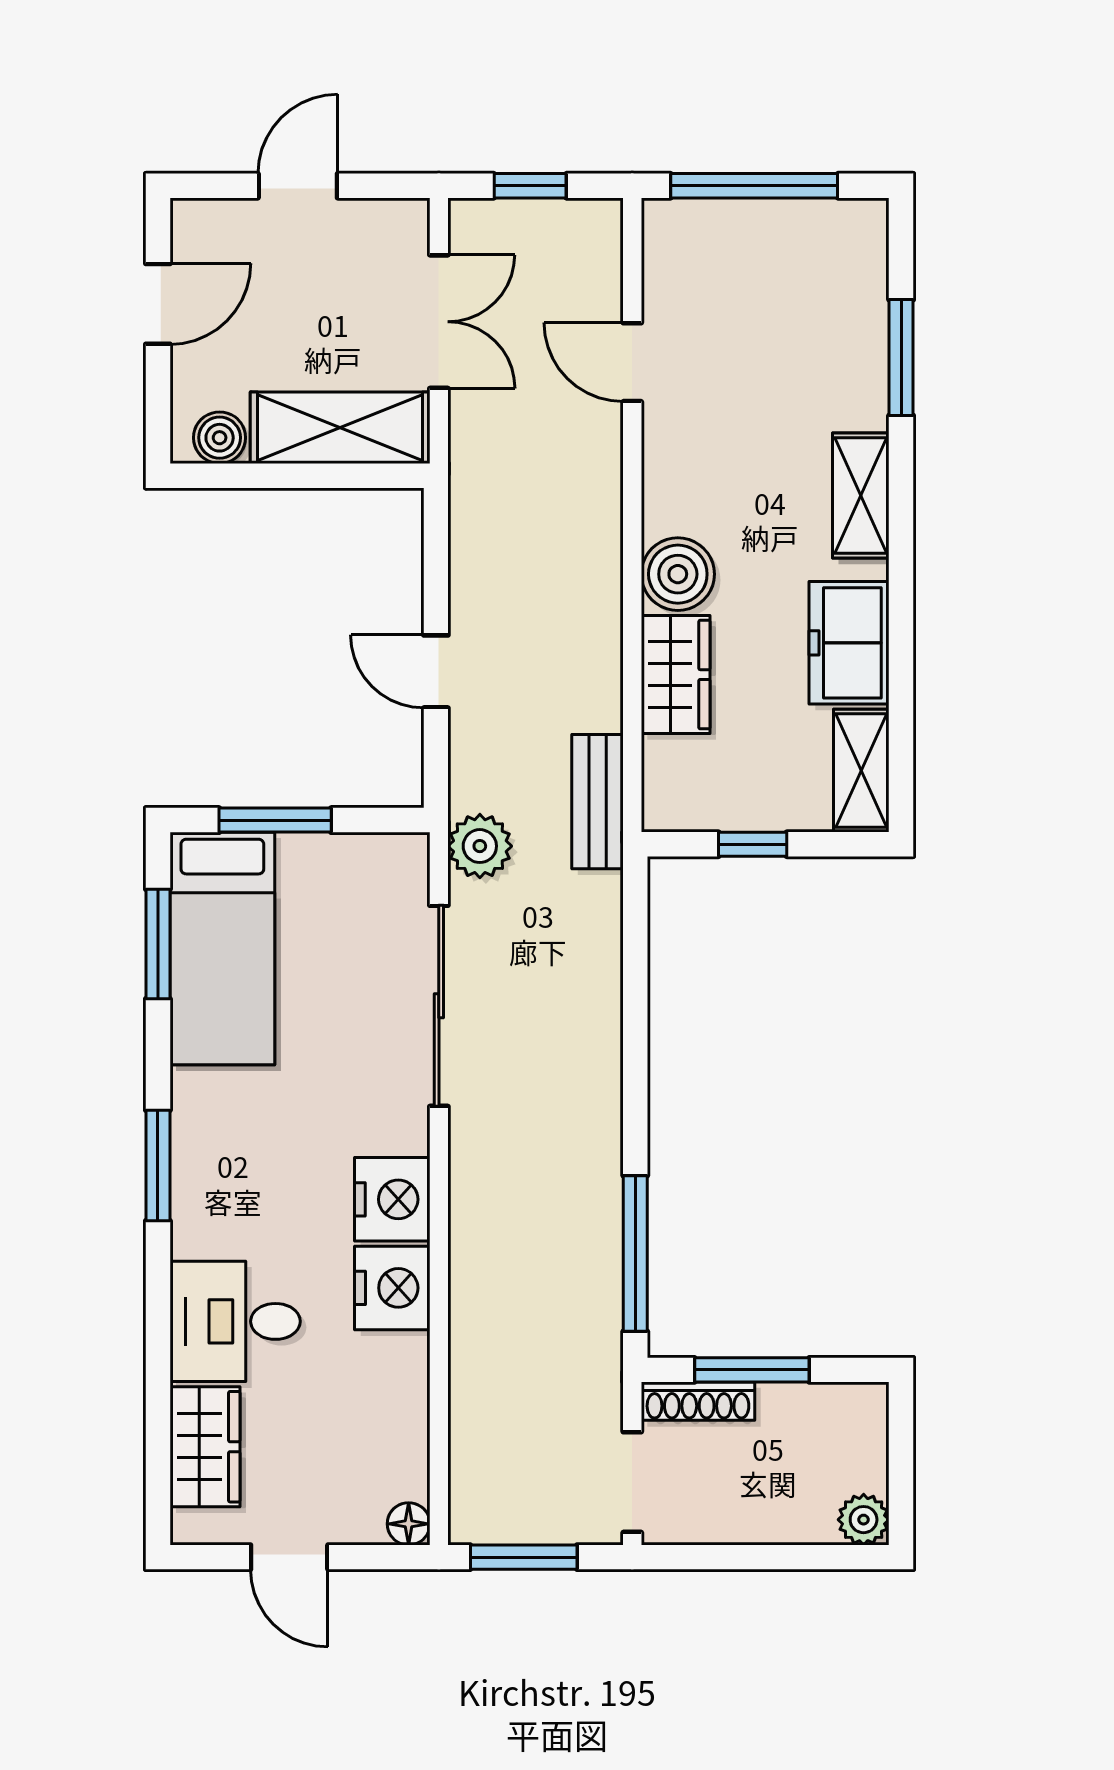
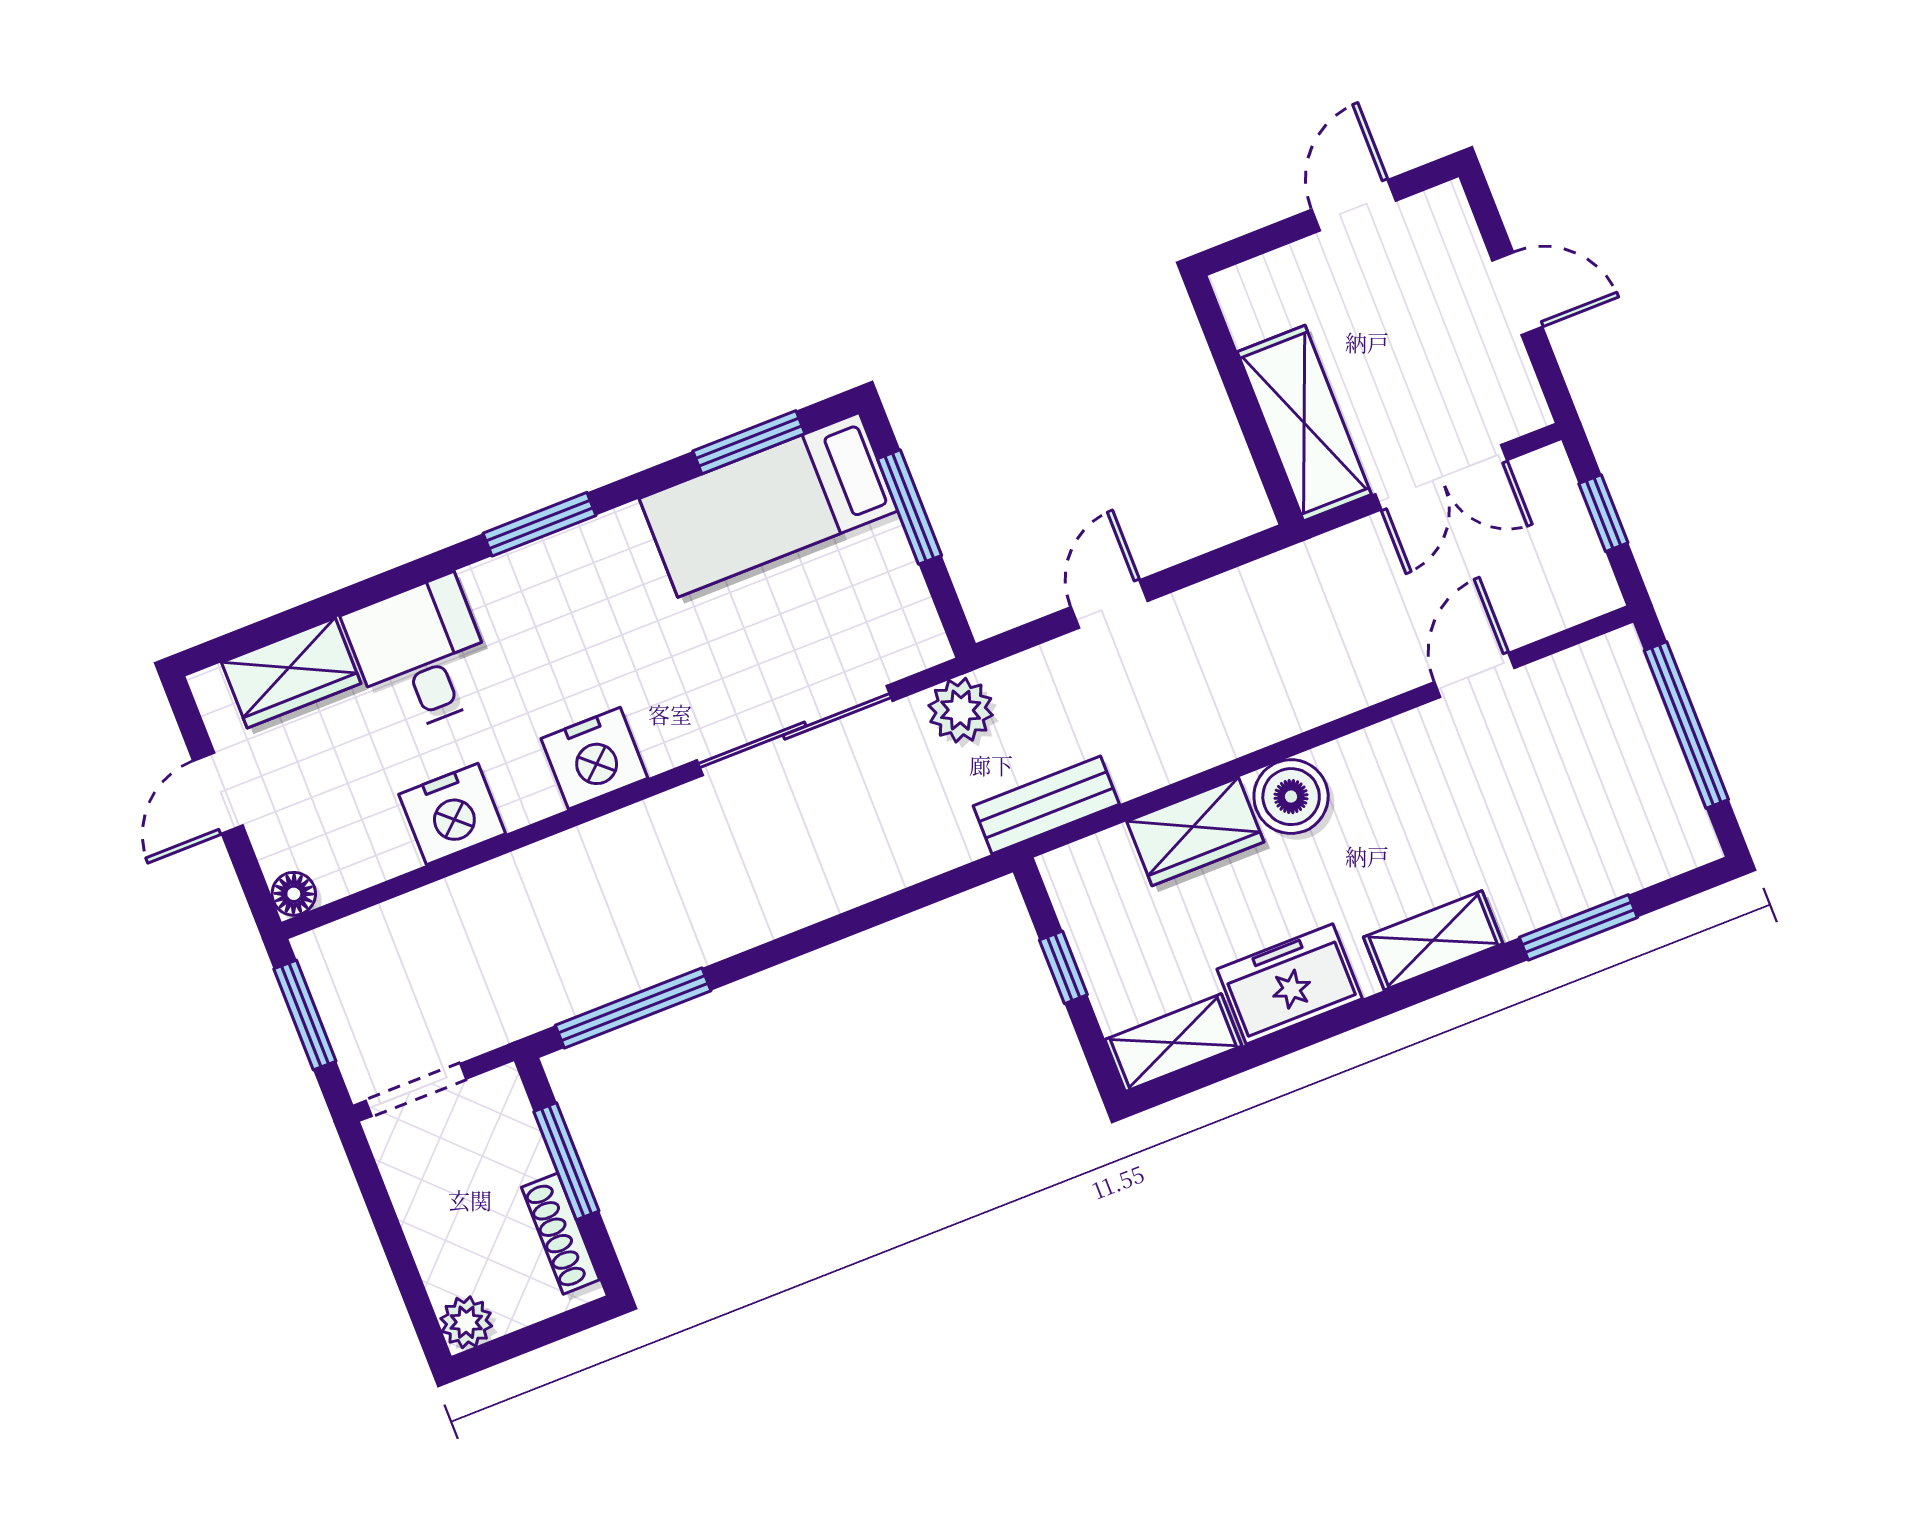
door: (158, 304) -> (1354, 205), swing flipped
boiler: (220, 438) -> (1250, 313), removed
nightstand: (392, 1288) -> (452, 814), moved
shoe rack: (698, 1401) -> (561, 1234), moved

